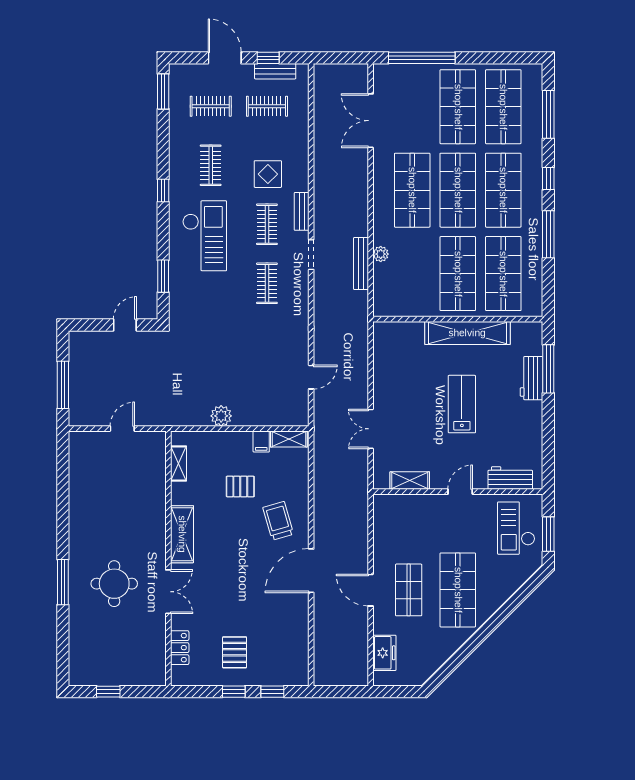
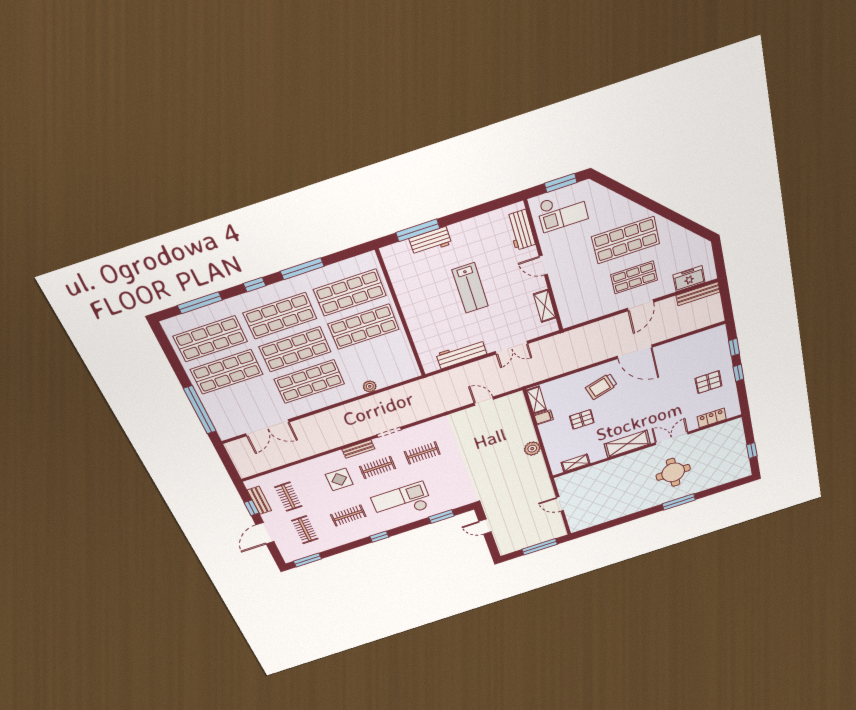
bench: (361, 263) -> (698, 294), moved
shelving: (467, 333) -> (410, 303), removed
workbench: (384, 370) -> (461, 354), added
lab bench: (462, 404) -> (470, 288), turned -90
pallet: (240, 486) -> (582, 419), turned 90

